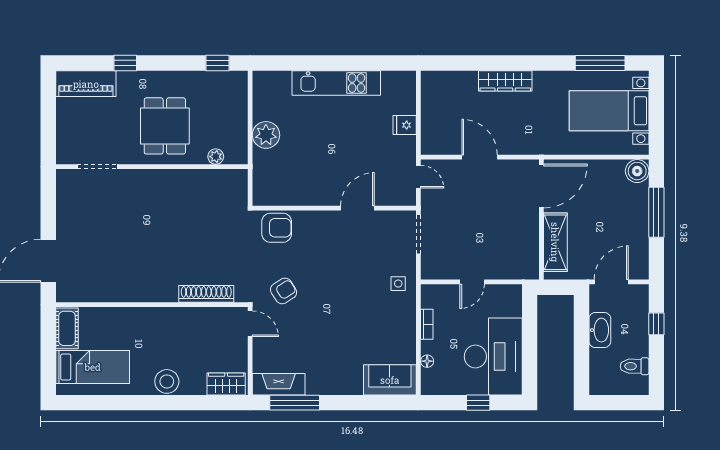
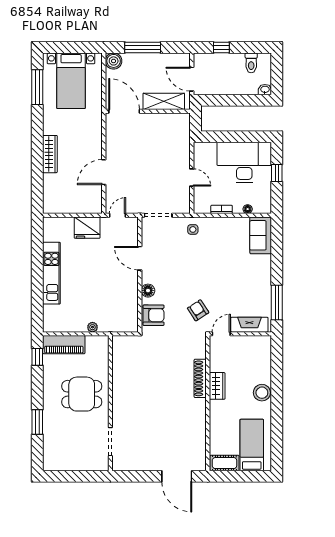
window: (125, 63) -> (37, 422), width x1.50
piano: (86, 84) -> (64, 345), moved, turned 90
fridge: (405, 125) -> (87, 228), width x1.88, depth x1.34
plant: (266, 135) -> (92, 327), width x0.53, depth x0.53
plant: (216, 157) -> (103, 358), removed
door: (541, 186) -> (124, 111), moved
floor lamp: (312, 220) -> (148, 291), added
wall: (541, 220) -> (148, 111), moved
armchair: (277, 228) -> (154, 315), turned 90
shelving: (555, 242) -> (164, 101), moved
shoe rack: (206, 294) -> (200, 378), moved
washbasin: (600, 330) -> (265, 90), moved, width x0.52, depth x0.69
wardrobe: (226, 384) -> (217, 386), moved, turned 180
fireplace: (279, 384) -> (249, 325), moved, turned 90

